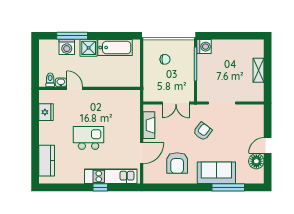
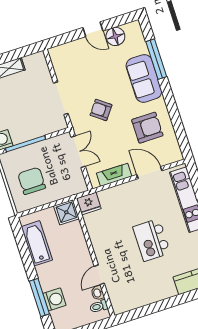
shower: (89, 48) -> (66, 212), moved
chair: (165, 59) -> (32, 181), width x1.87, depth x1.87
fridge: (46, 112) -> (89, 203), moved, turned 180

